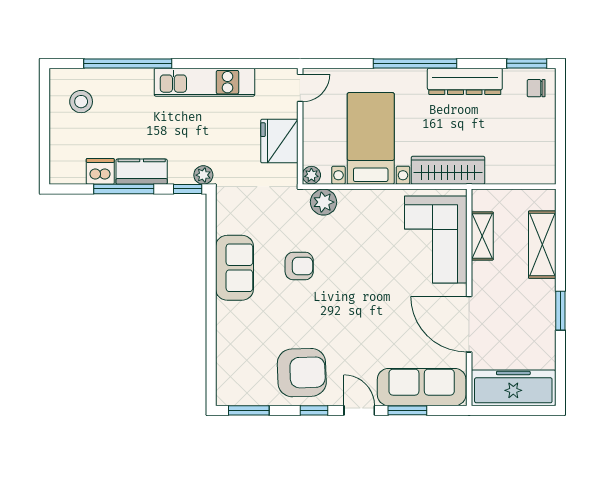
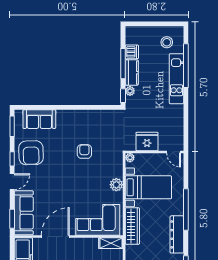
kitchen unit: (204, 82) -> (176, 79), moved
plant: (203, 175) -> (130, 91), moved
plant: (324, 202) -> (116, 185), moved
shelving: (482, 236) -> (111, 243), moved
armchair: (299, 266) -> (84, 151), turned 180
sofa: (235, 268) -> (39, 119), moved
window: (407, 410) -> (12, 219), moved

